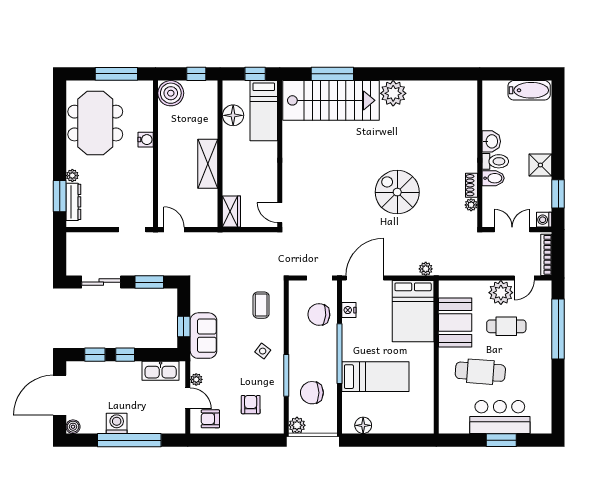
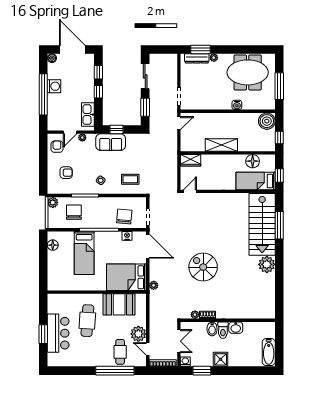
spiral stairs: (397, 192) -> (203, 267), turned -90
cafe table: (506, 326) -> (120, 352), moved

